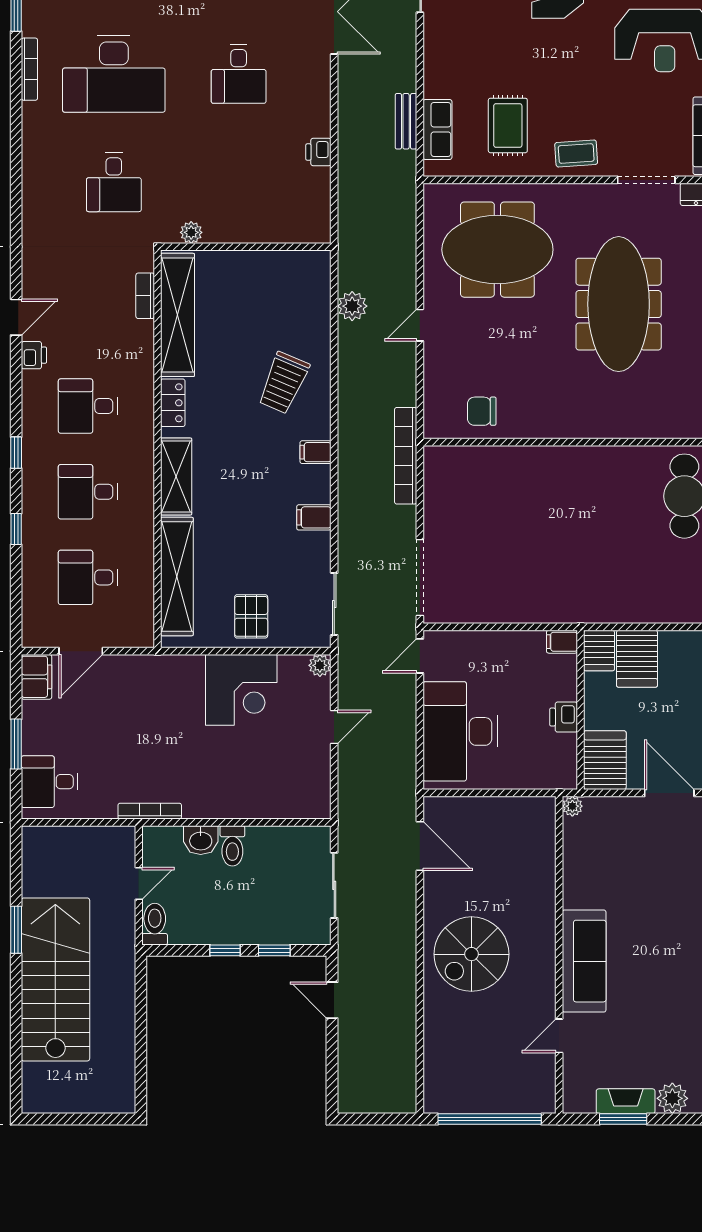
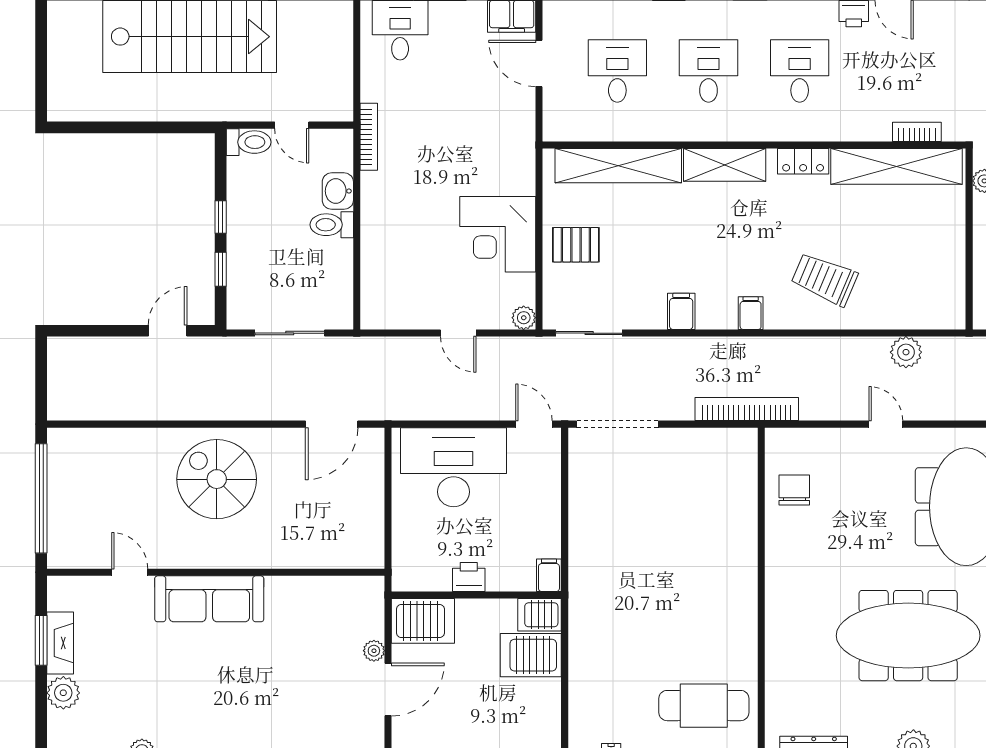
plant: (572, 806) -> (374, 651), moved

